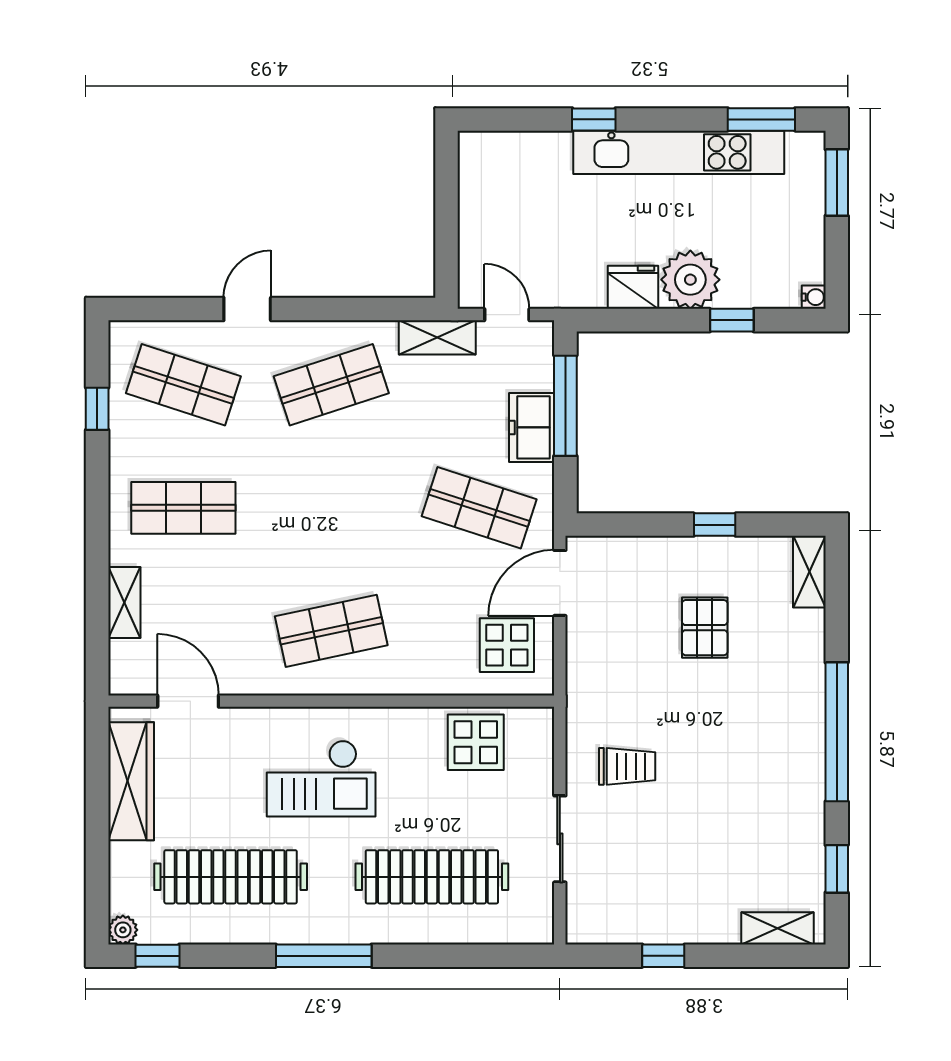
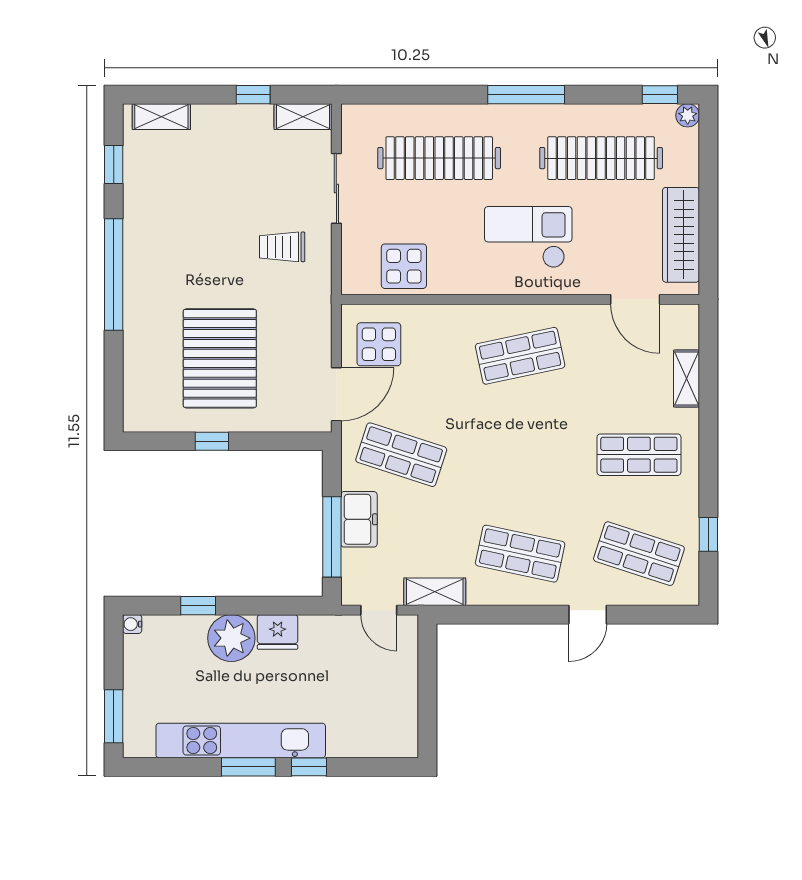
window: (761, 119) -> (248, 767), moved
shop shelf: (331, 385) -> (520, 554), turned 30
shelving: (809, 572) -> (303, 117), moved, turned 90
pallet: (705, 628) -> (220, 358), width x2.05, depth x2.00

